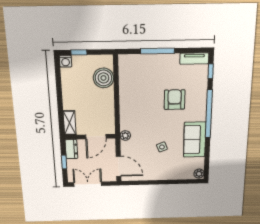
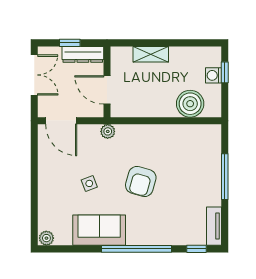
washing machine: (65, 61) -> (213, 75), moved
armchair: (175, 100) -> (141, 181), moved, turned 106
shelving: (70, 123) -> (151, 54), moved
dresser: (71, 149) -> (83, 54), width x1.44
door: (119, 166) -> (61, 121), hinge flipped

